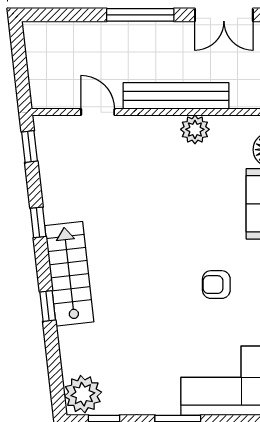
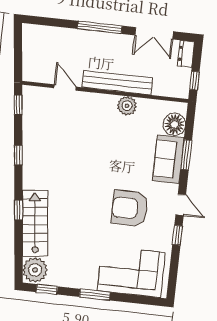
stairs: (69, 274) -> (35, 223), moved
armchair: (216, 285) -> (130, 208), width x1.88, depth x1.88

